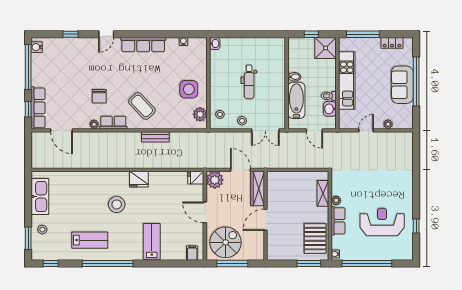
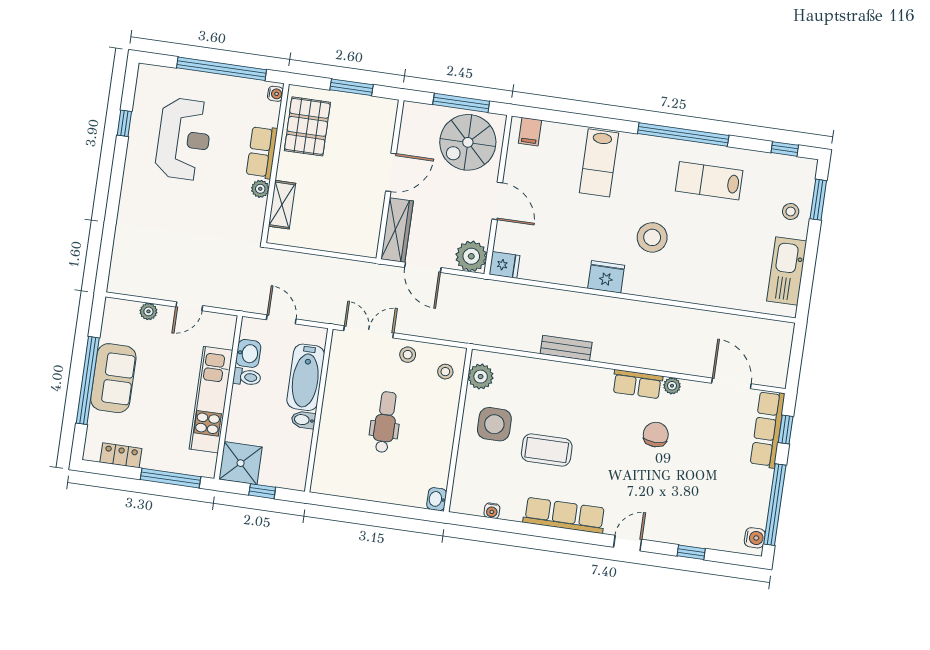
coffee table: (142, 106) -> (547, 450), moved, turned -47
reception desk: (382, 222) -> (184, 139), turned -90
window: (309, 264) -> (352, 87), moved

